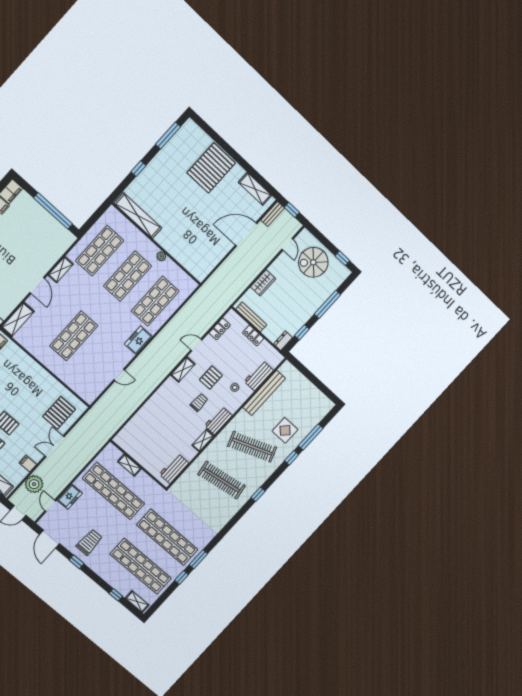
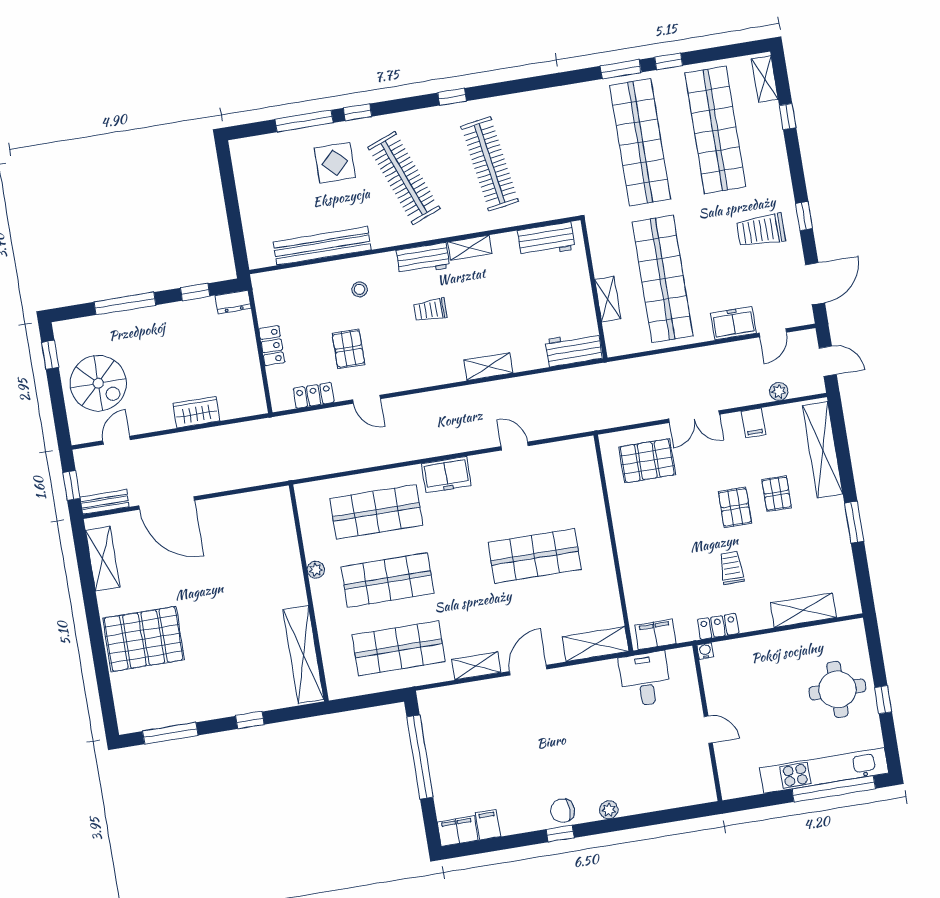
bench: (251, 317) -> (253, 376), removed
shelving: (183, 370) -> (488, 367), moved
workbench: (259, 376) -> (574, 349), moved, turned 180
pallet: (211, 378) -> (349, 349), moved, turned 90
plant: (34, 484) -> (779, 391), width x0.53, depth x0.53

